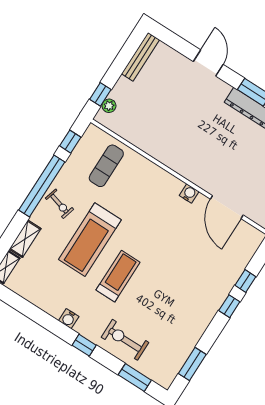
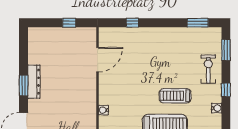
water cooler: (189, 193) -> (103, 110), moved
window: (229, 306) -> (152, 23), removed
exercise bike: (125, 340) -> (208, 69), turned 180

